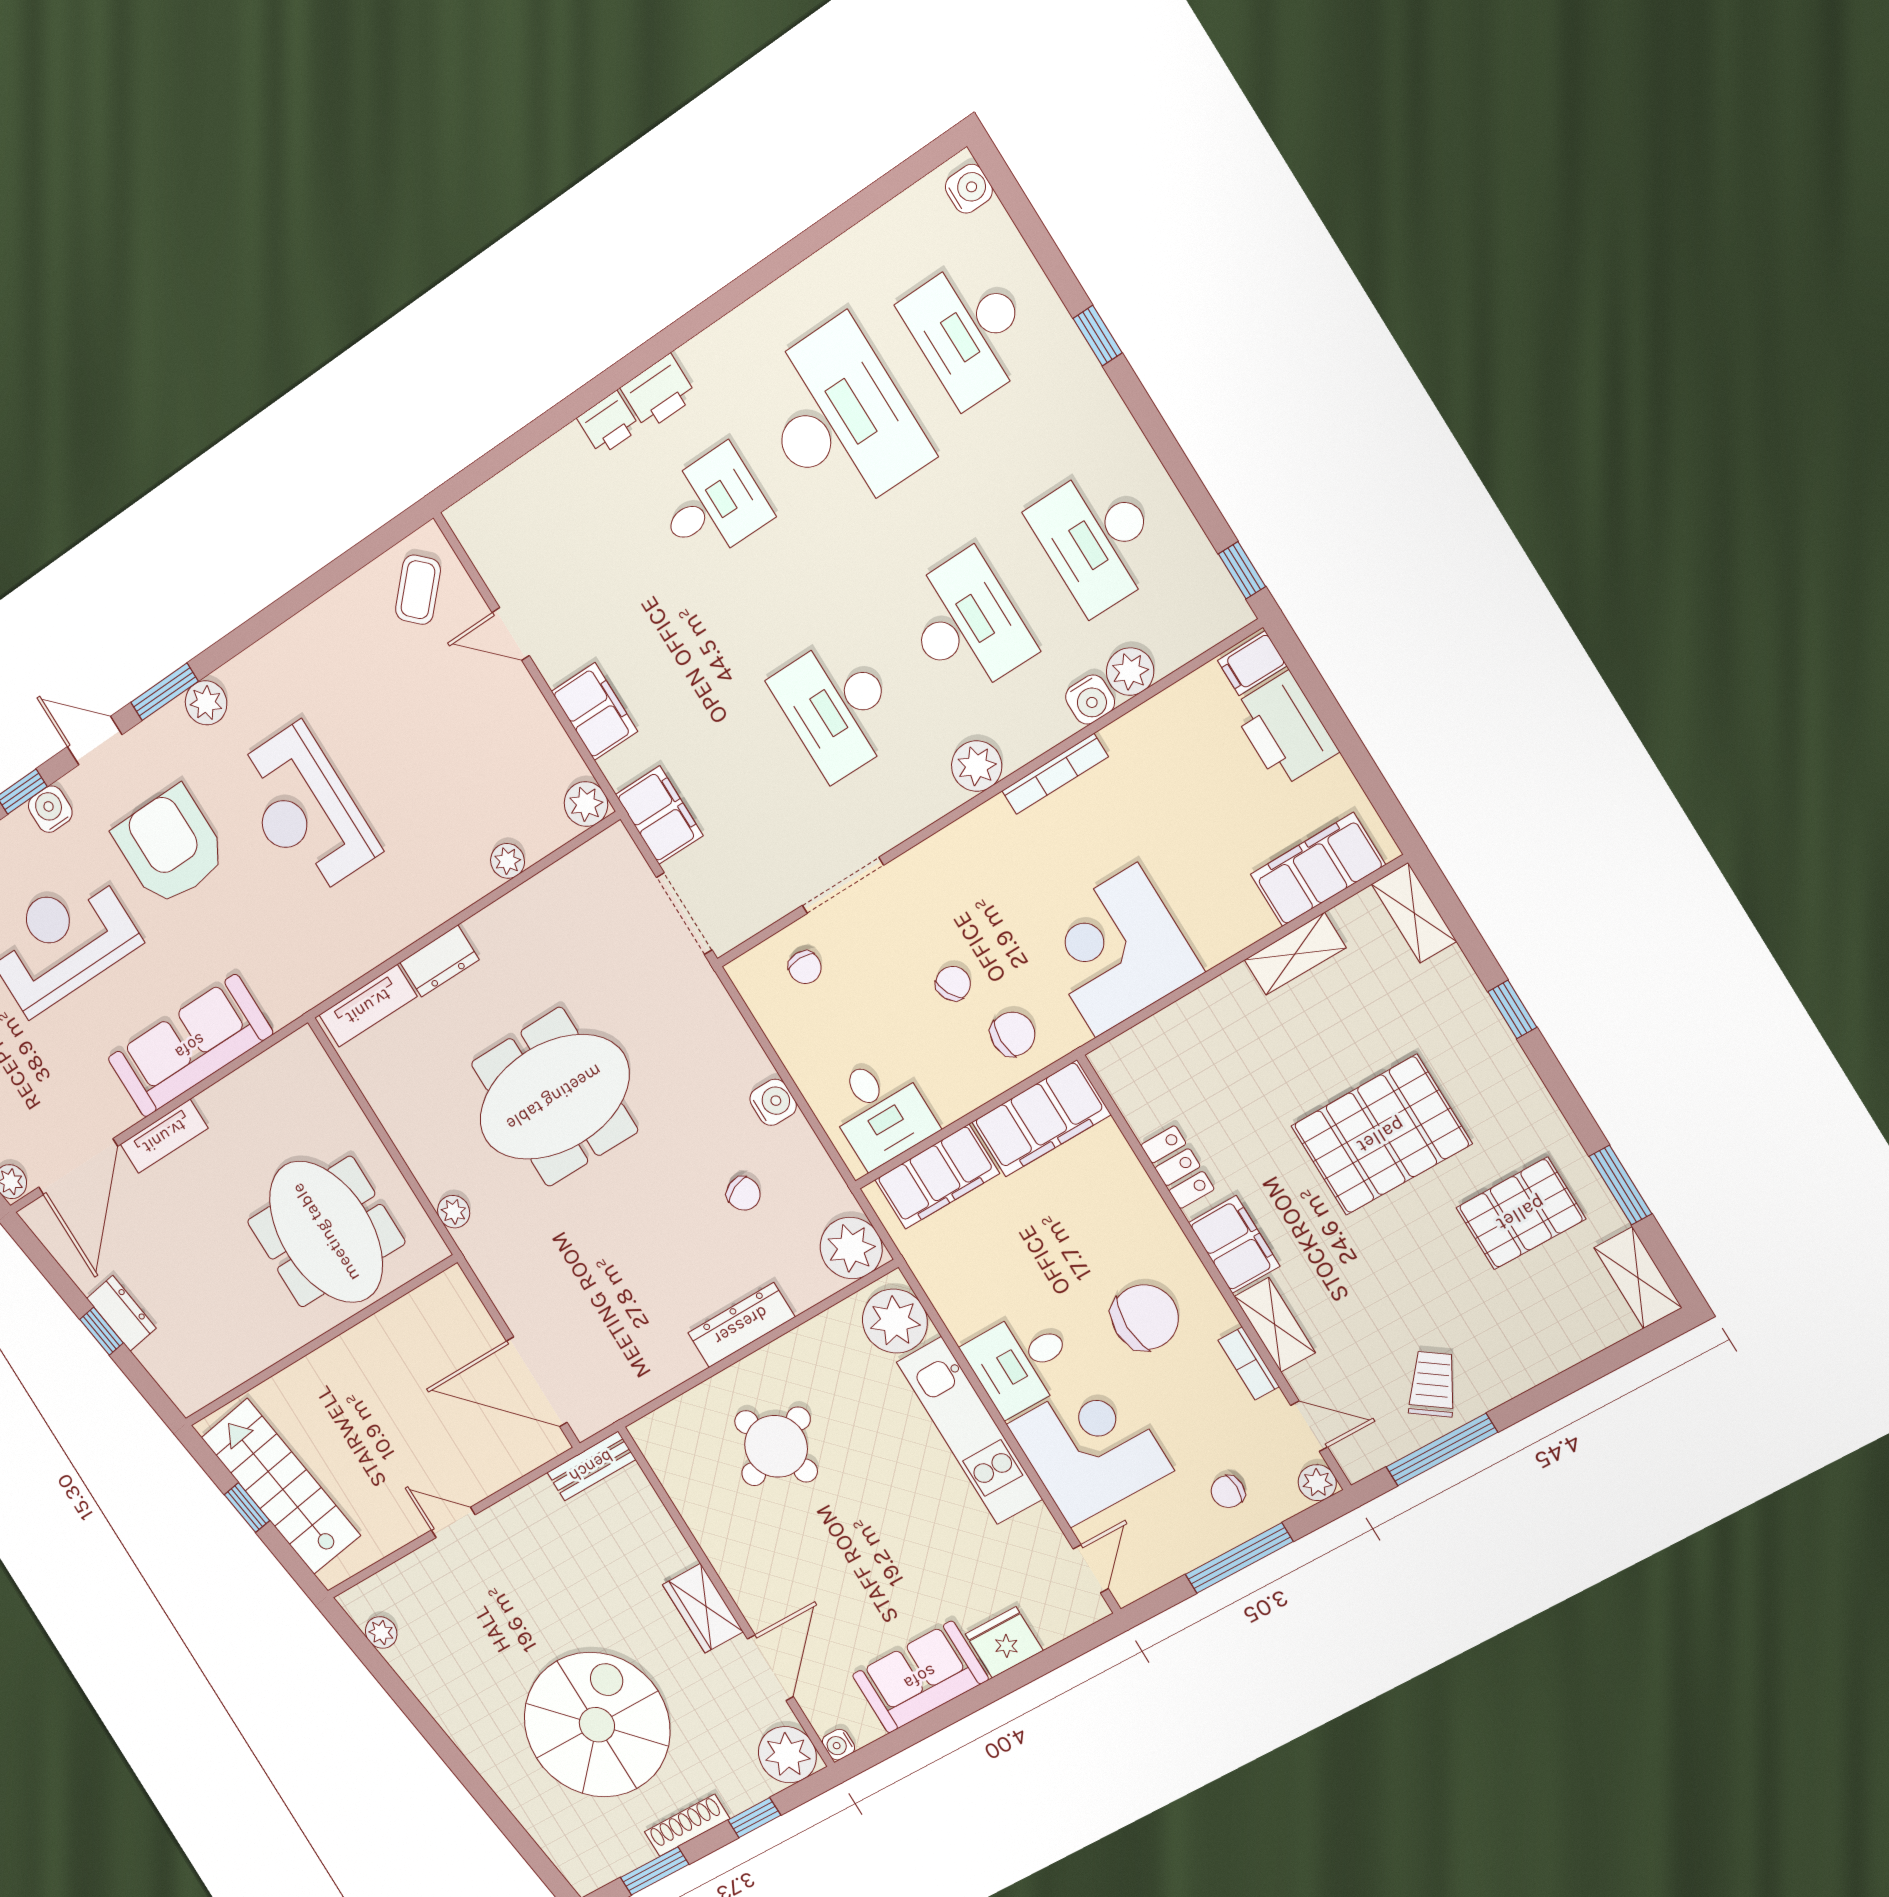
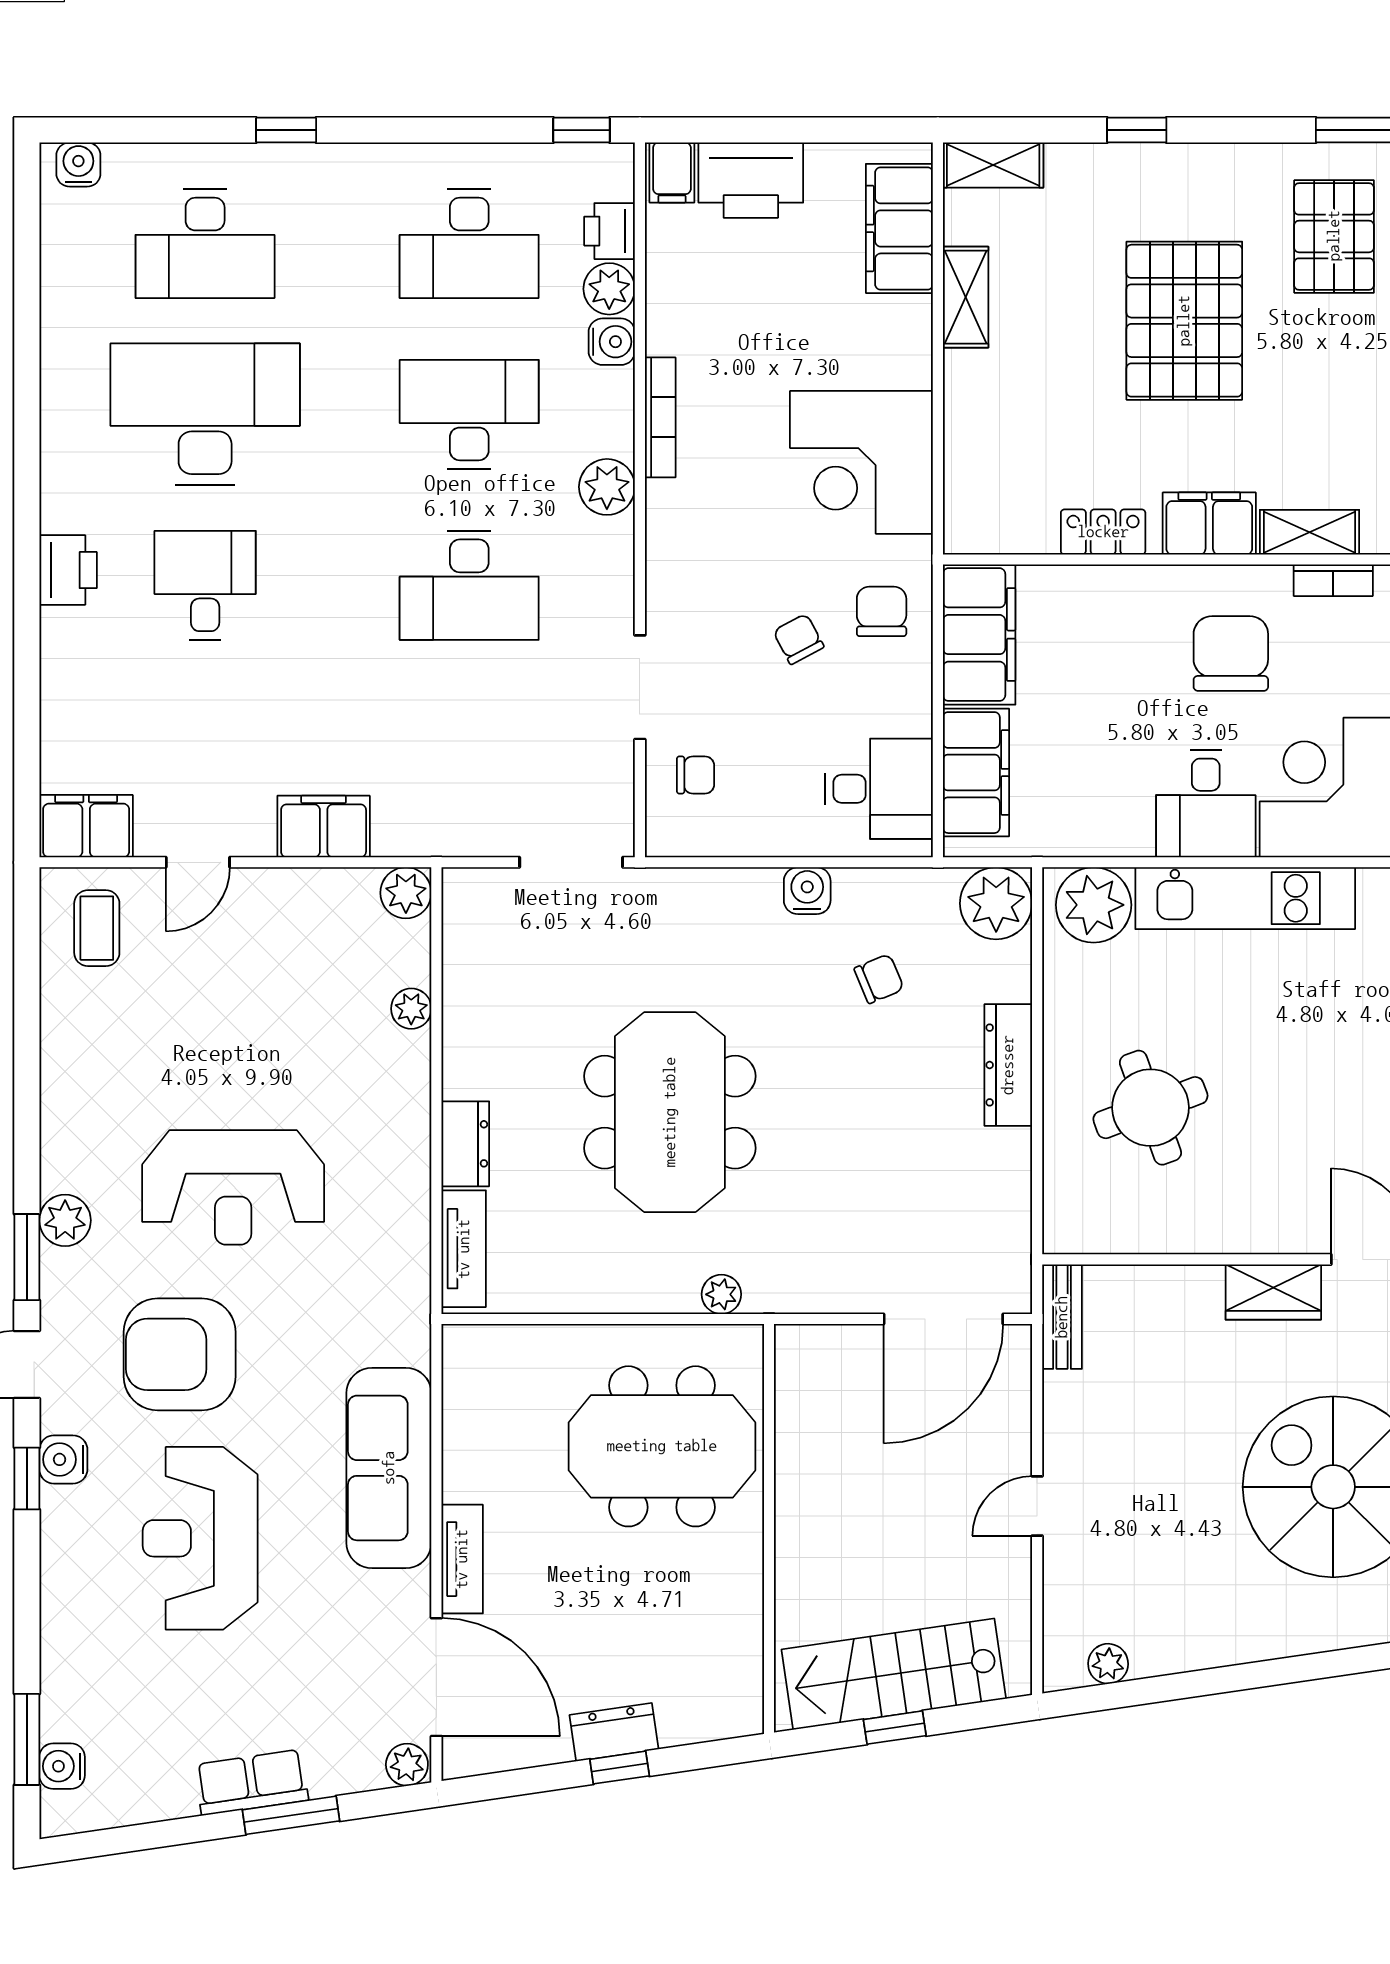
printer: (609, 423) -> (610, 231), moved, turned 180
coffee table: (418, 590) -> (97, 928), turned 46
filing cabinet: (659, 815) -> (86, 826), moved

